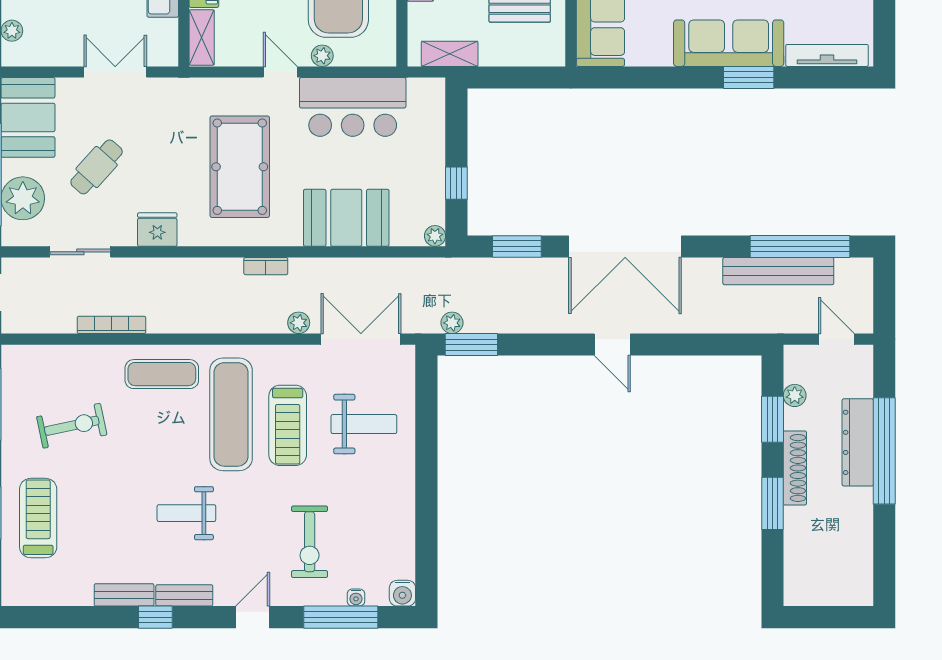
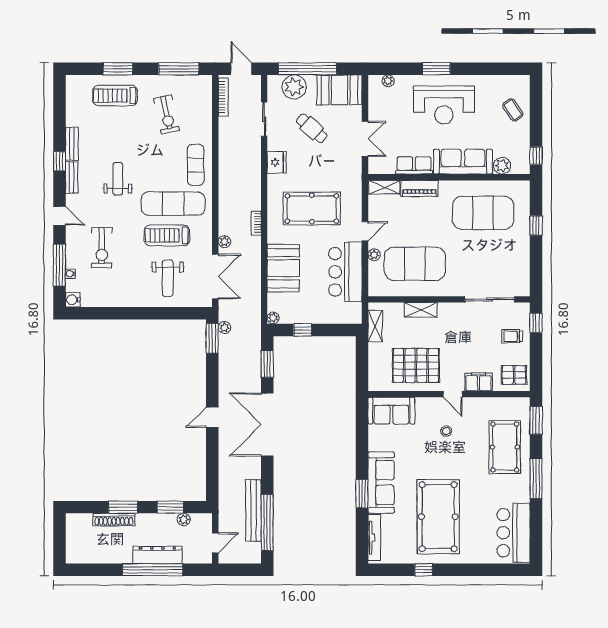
bookcase: (111, 325) -> (223, 97), moved
shoe rack: (795, 468) -> (114, 520), moved
treadmill: (38, 518) -> (115, 96), turned 180
exercise bike: (310, 542) -> (102, 248), turned -90

